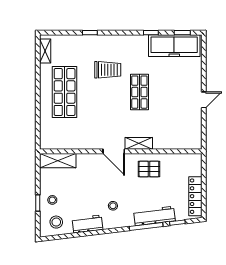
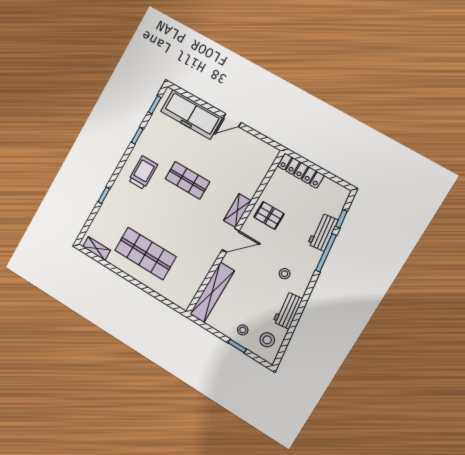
freezer: (174, 46) -> (191, 114), moved, turned 90
trolley: (108, 70) -> (143, 173), moved
door: (204, 100) -> (232, 120), swing flipped
shelving: (58, 161) -> (212, 292), width x1.47
pallet: (149, 169) -> (269, 215), turned 90
locker: (195, 196) -> (301, 171), moved
workbench: (154, 216) -> (323, 232), width x0.73

